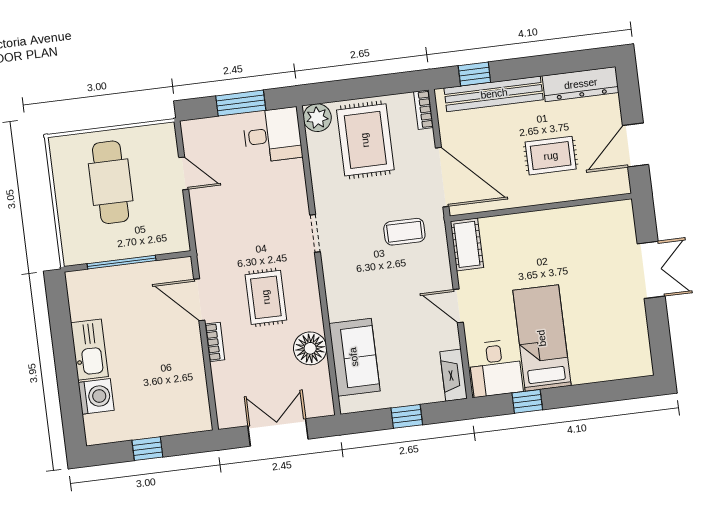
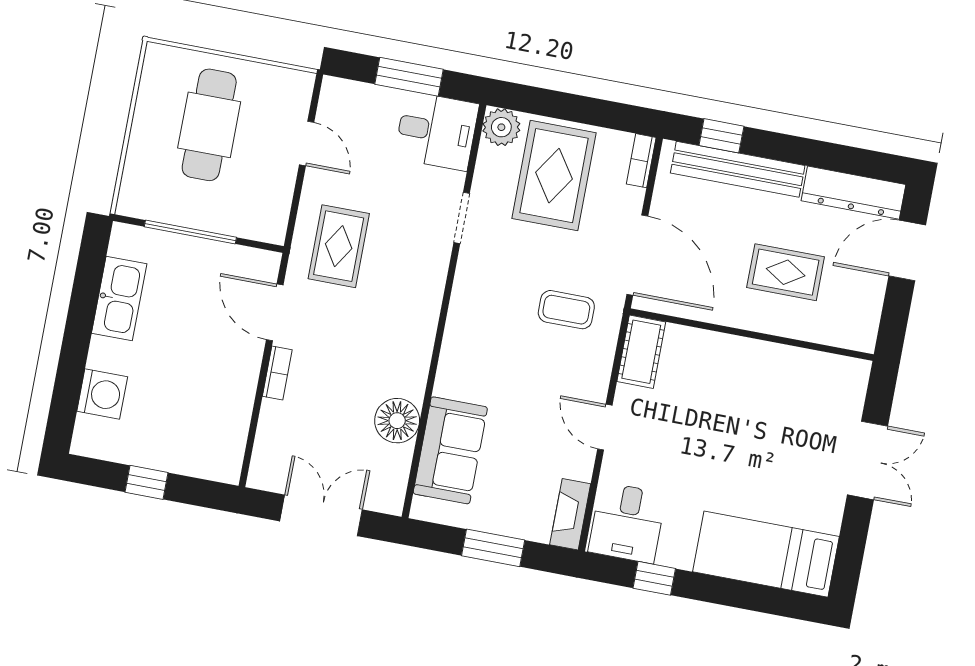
door: (636, 145) -> (907, 251), moved
doorway: (315, 233) -> (462, 218), moved
rug: (266, 297) -> (339, 246), moved
bed: (542, 338) -> (766, 554), moved, turned -90
kitchen sink: (89, 350) -> (119, 298), moved
window: (407, 416) -> (493, 548), width x1.50

